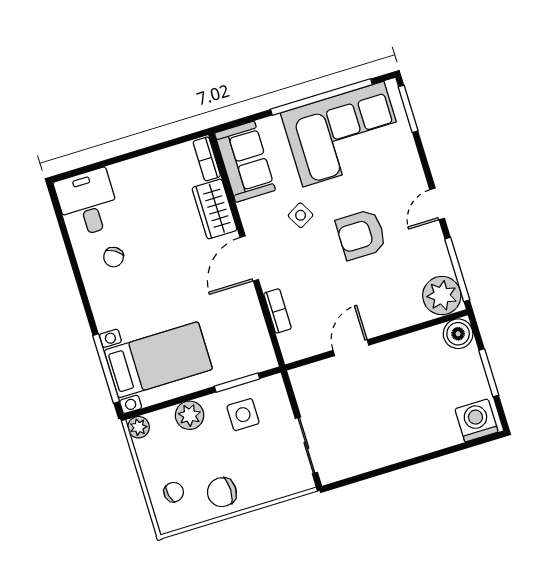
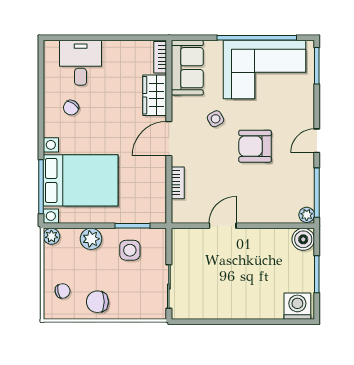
desk: (88, 203) -> (81, 63), moved
plant: (442, 296) -> (307, 215), width x0.53, depth x0.53
bed with nightstands: (158, 360) -> (81, 180), width x1.36

